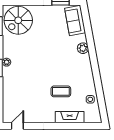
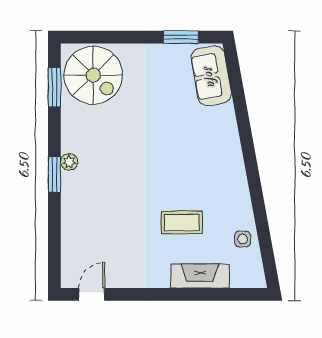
spiral stairs: (18, 20) -> (93, 75), turned -90
plant: (83, 48) -> (227, 133), removed

